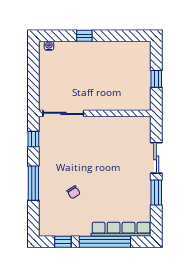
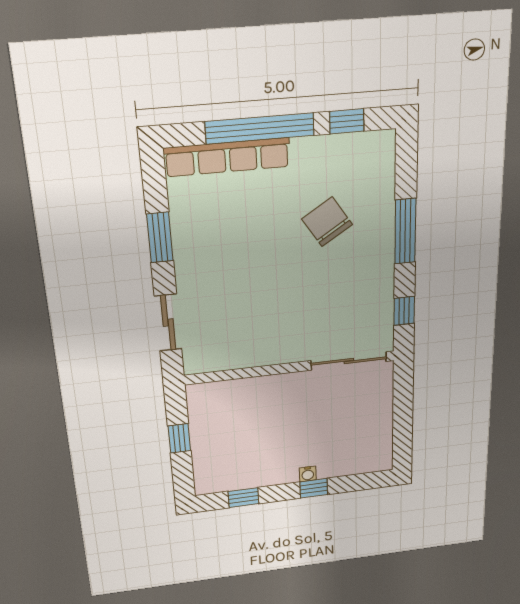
window: (124, 36) -> (243, 498), added
water cooler: (49, 46) -> (308, 474), moved
sliding door: (156, 158) -> (168, 323), moved
chair: (74, 192) -> (327, 222), width x1.87, depth x1.87

